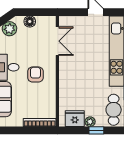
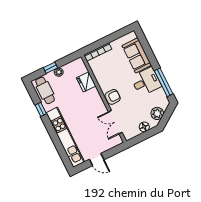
armchair: (35, 75) -> (113, 97), moved, turned -90
fridge: (75, 119) -> (86, 82), moved, turned 90

